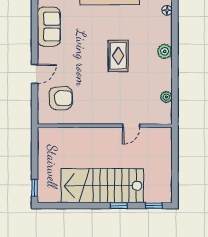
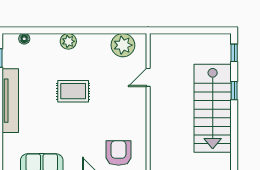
plant: (166, 97) -> (123, 45), width x1.87, depth x1.87
door: (131, 126) -> (148, 77), swing flipped

